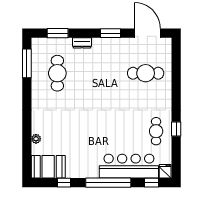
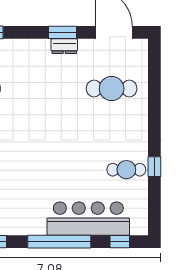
dresser: (82, 43) -> (64, 46), moved
cafe table: (156, 131) -> (126, 170), turned 90
fridge: (165, 171) -> (139, 226), removed

